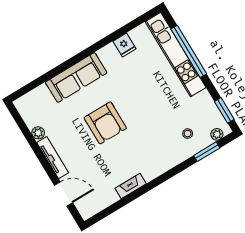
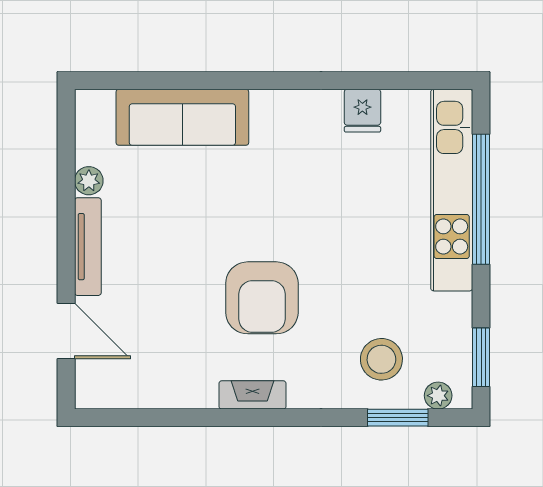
sofa: (76, 77) -> (182, 117), moved
armchair: (105, 123) -> (262, 298), moved
stool: (188, 134) -> (381, 359), width x1.89, depth x1.89
fireplace: (131, 186) -> (252, 395), moved

